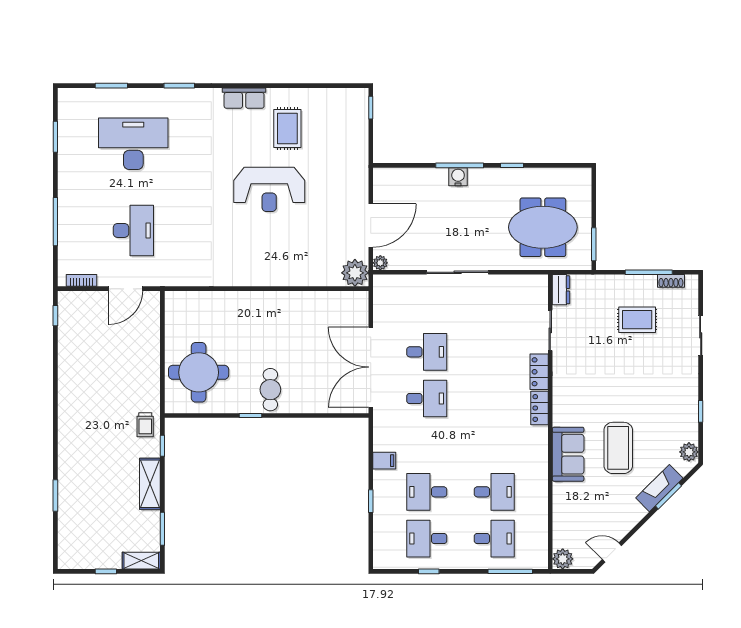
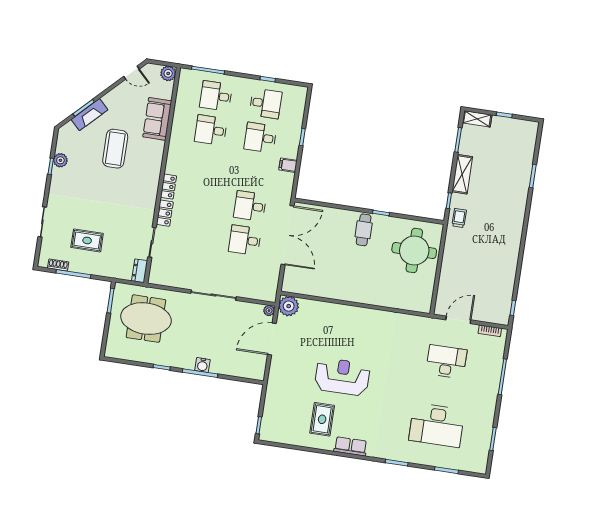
desk: (133, 230) -> (446, 362), turned 90
plant: (689, 452) -> (60, 160), moved
sofa: (568, 454) -> (157, 119), moved
desk: (427, 492) -> (260, 138), turned 180

